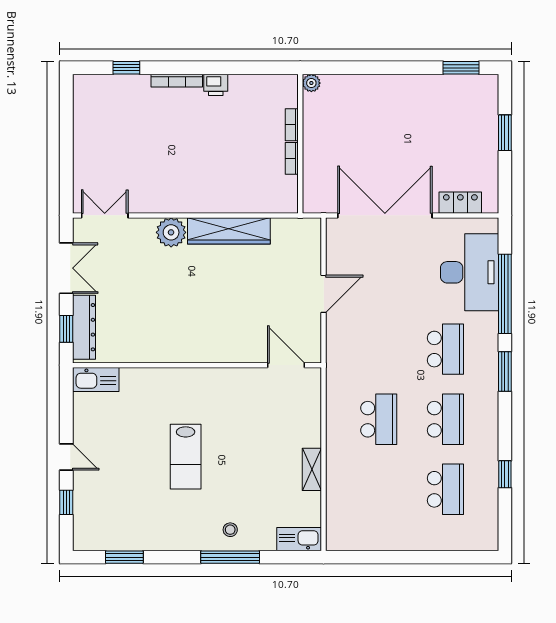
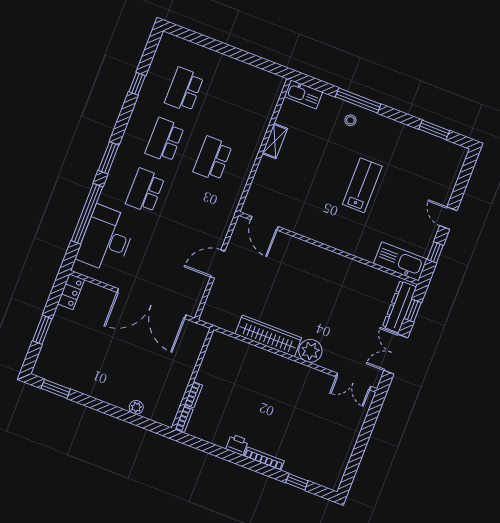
plant: (311, 83) -> (136, 407), moved
bookcase: (292, 158) -> (184, 419), moved
locker: (460, 203) -> (71, 292), moved, turned -90
kitchen sink: (96, 379) -> (400, 261), width x1.36, depth x1.24
window: (66, 502) -> (435, 252), moved

